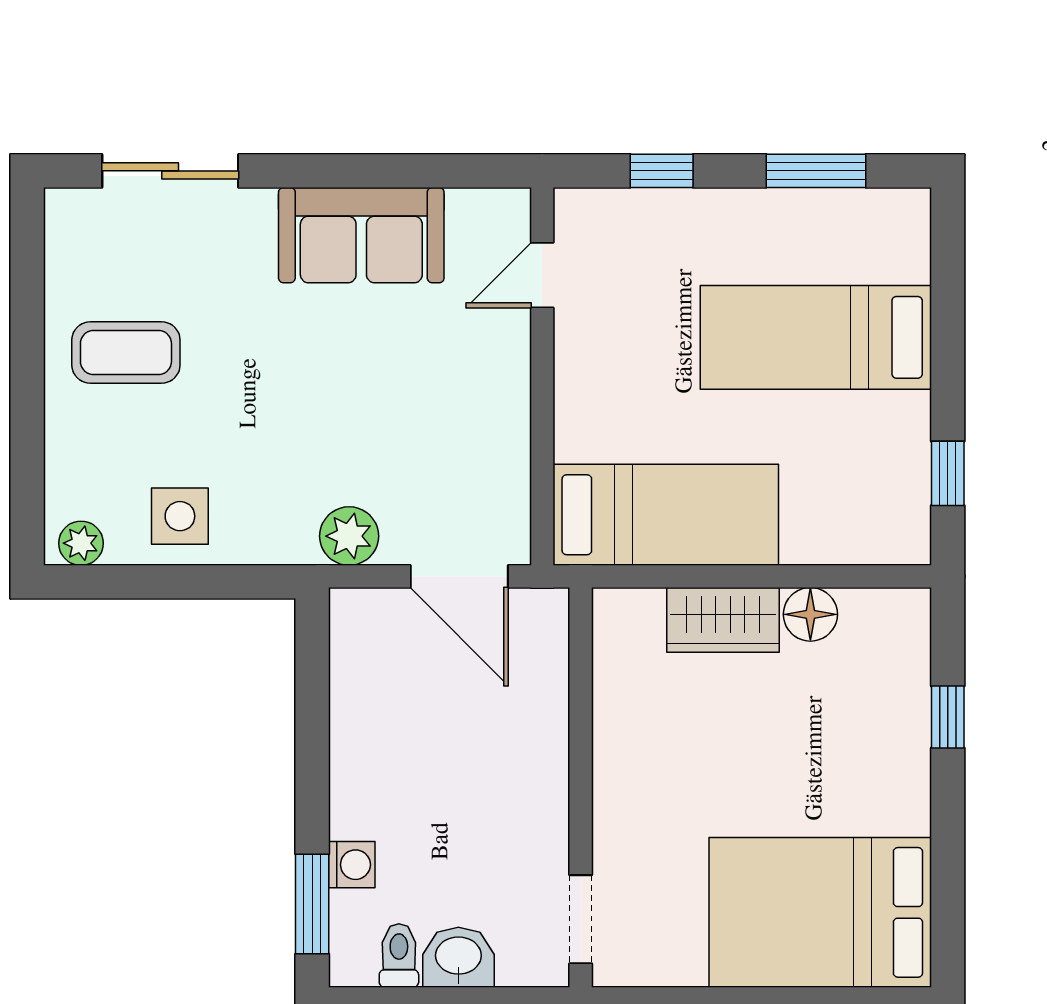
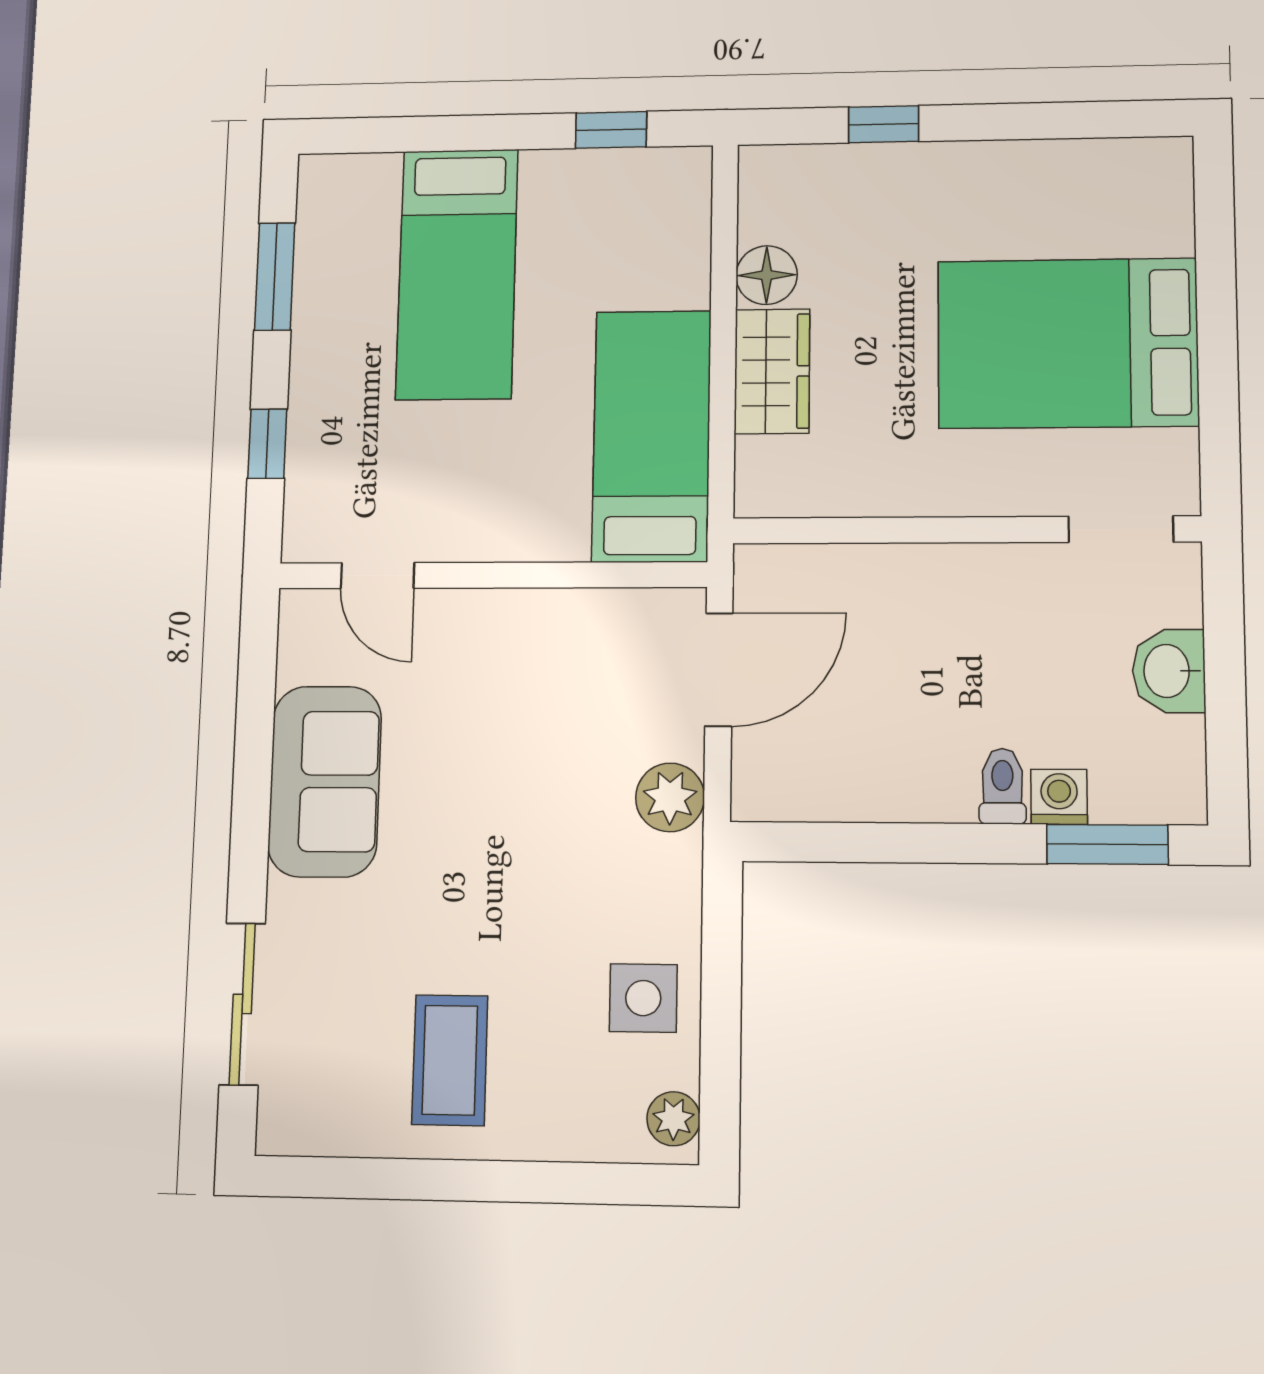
bed: (820, 912) -> (1068, 343), moved, turned 90
toilet: (399, 956) -> (1002, 786), moved, turned 90

